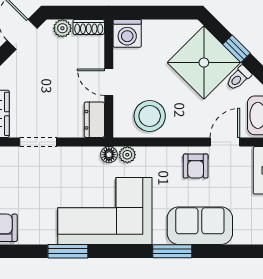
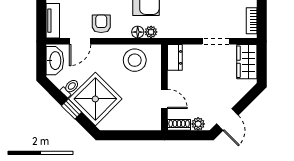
washing machine: (127, 33) -> (151, 120), removed
door: (109, 82) -> (164, 99), moved
floor lamp: (109, 155) -> (138, 32), moved

